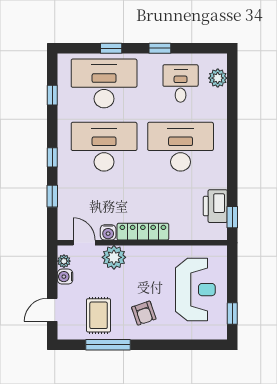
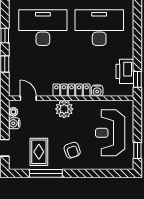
water cooler: (108, 232) -> (97, 91), moved
plant: (114, 257) -> (64, 109), moved
reception desk: (195, 290) -> (110, 133), turned 180

